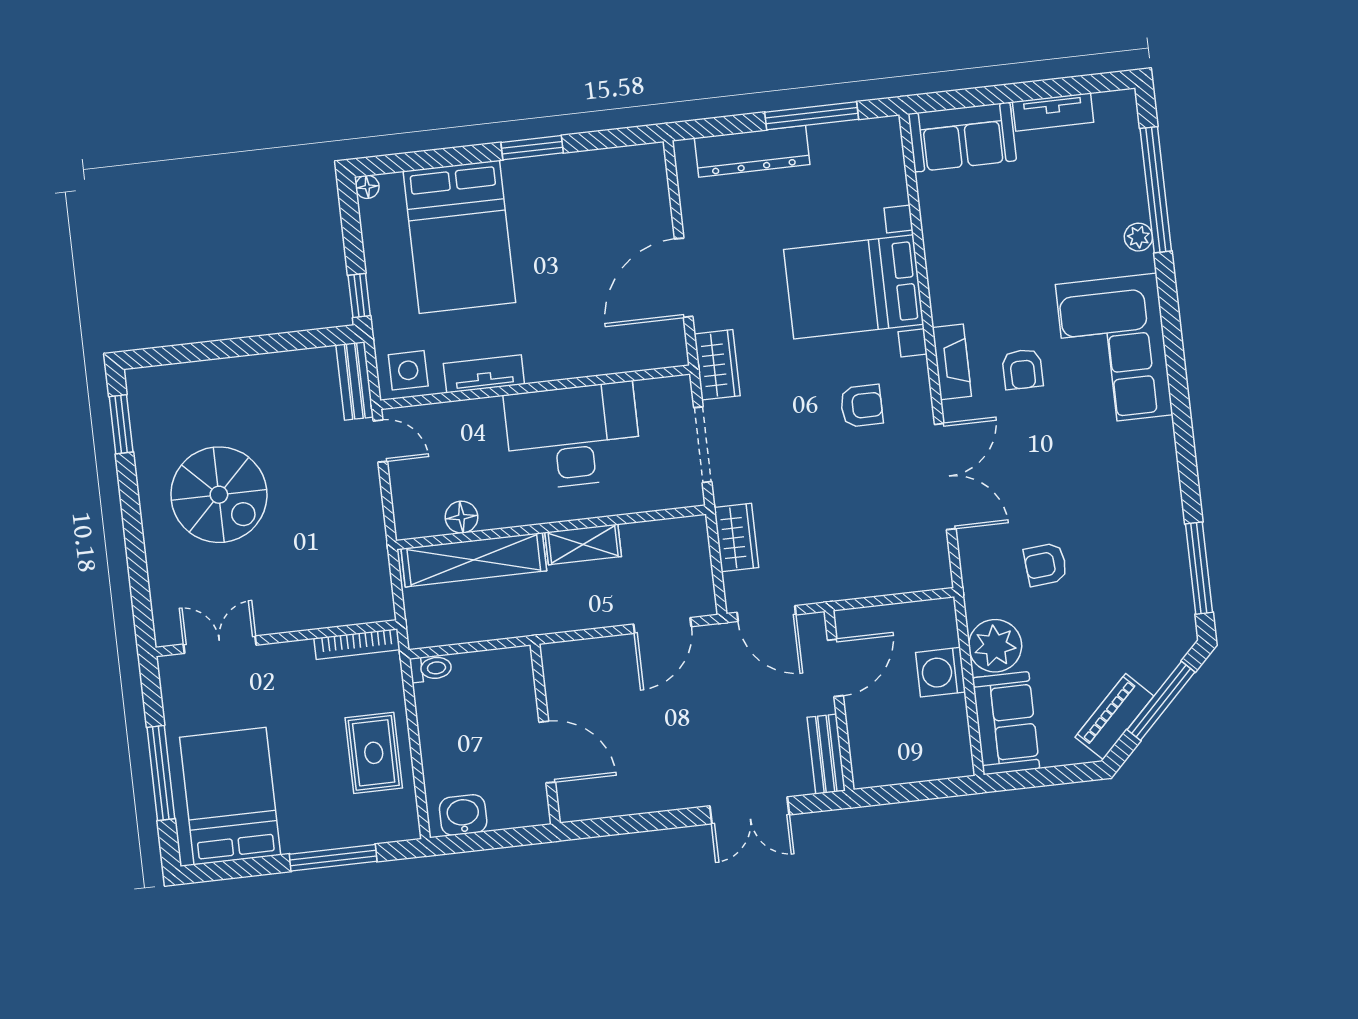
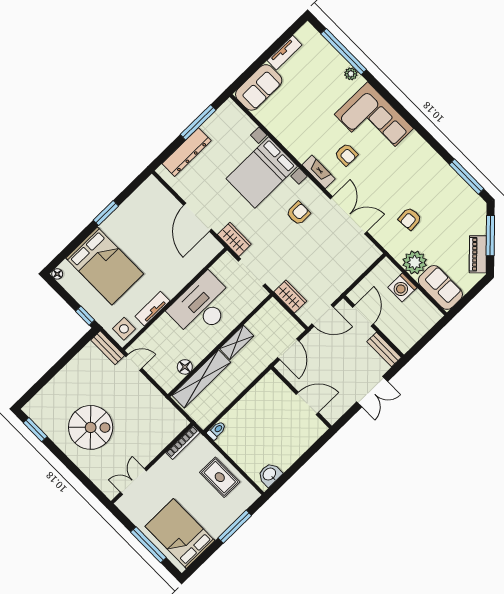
wall: (545, 734) -> (301, 397), moved
door: (547, 752) -> (307, 403), moved

